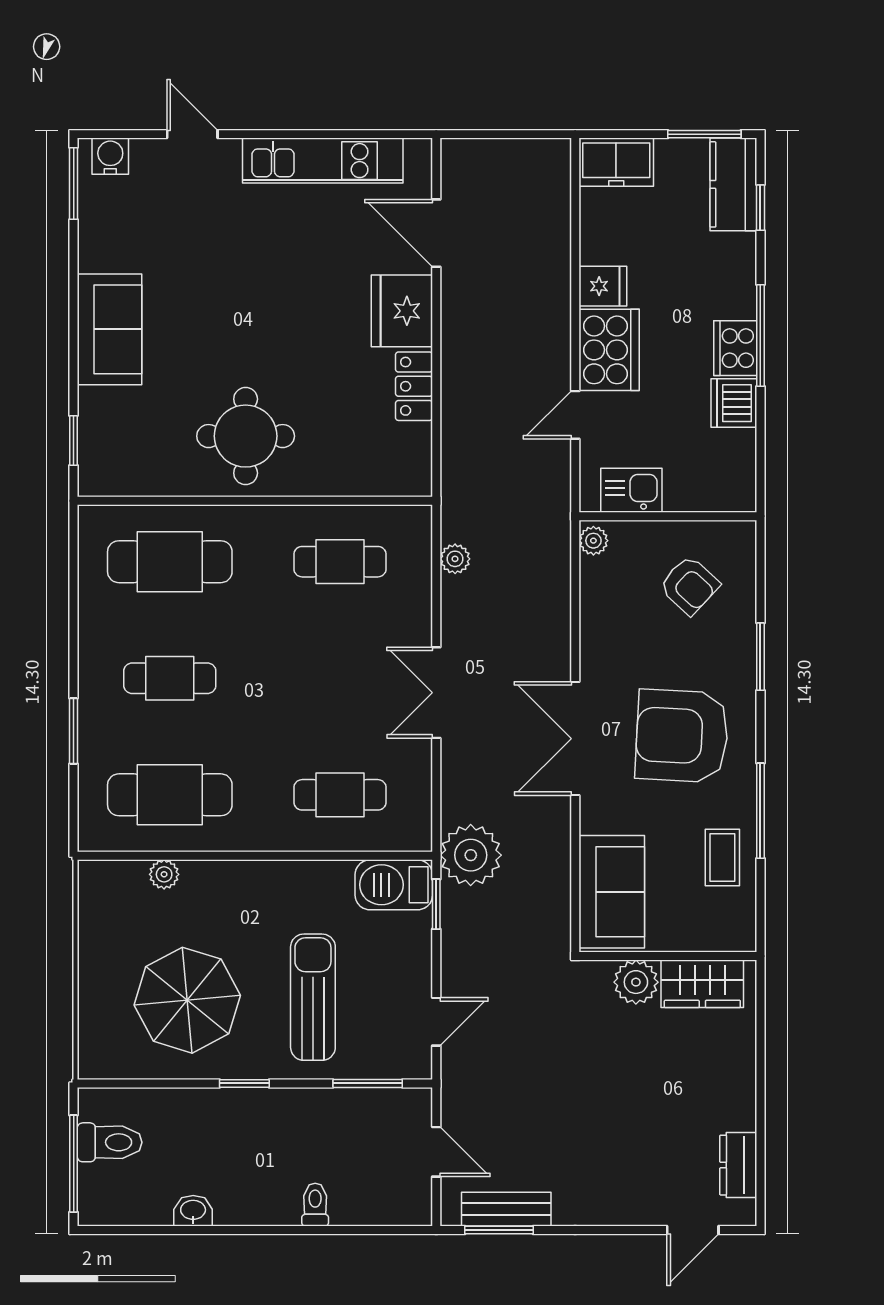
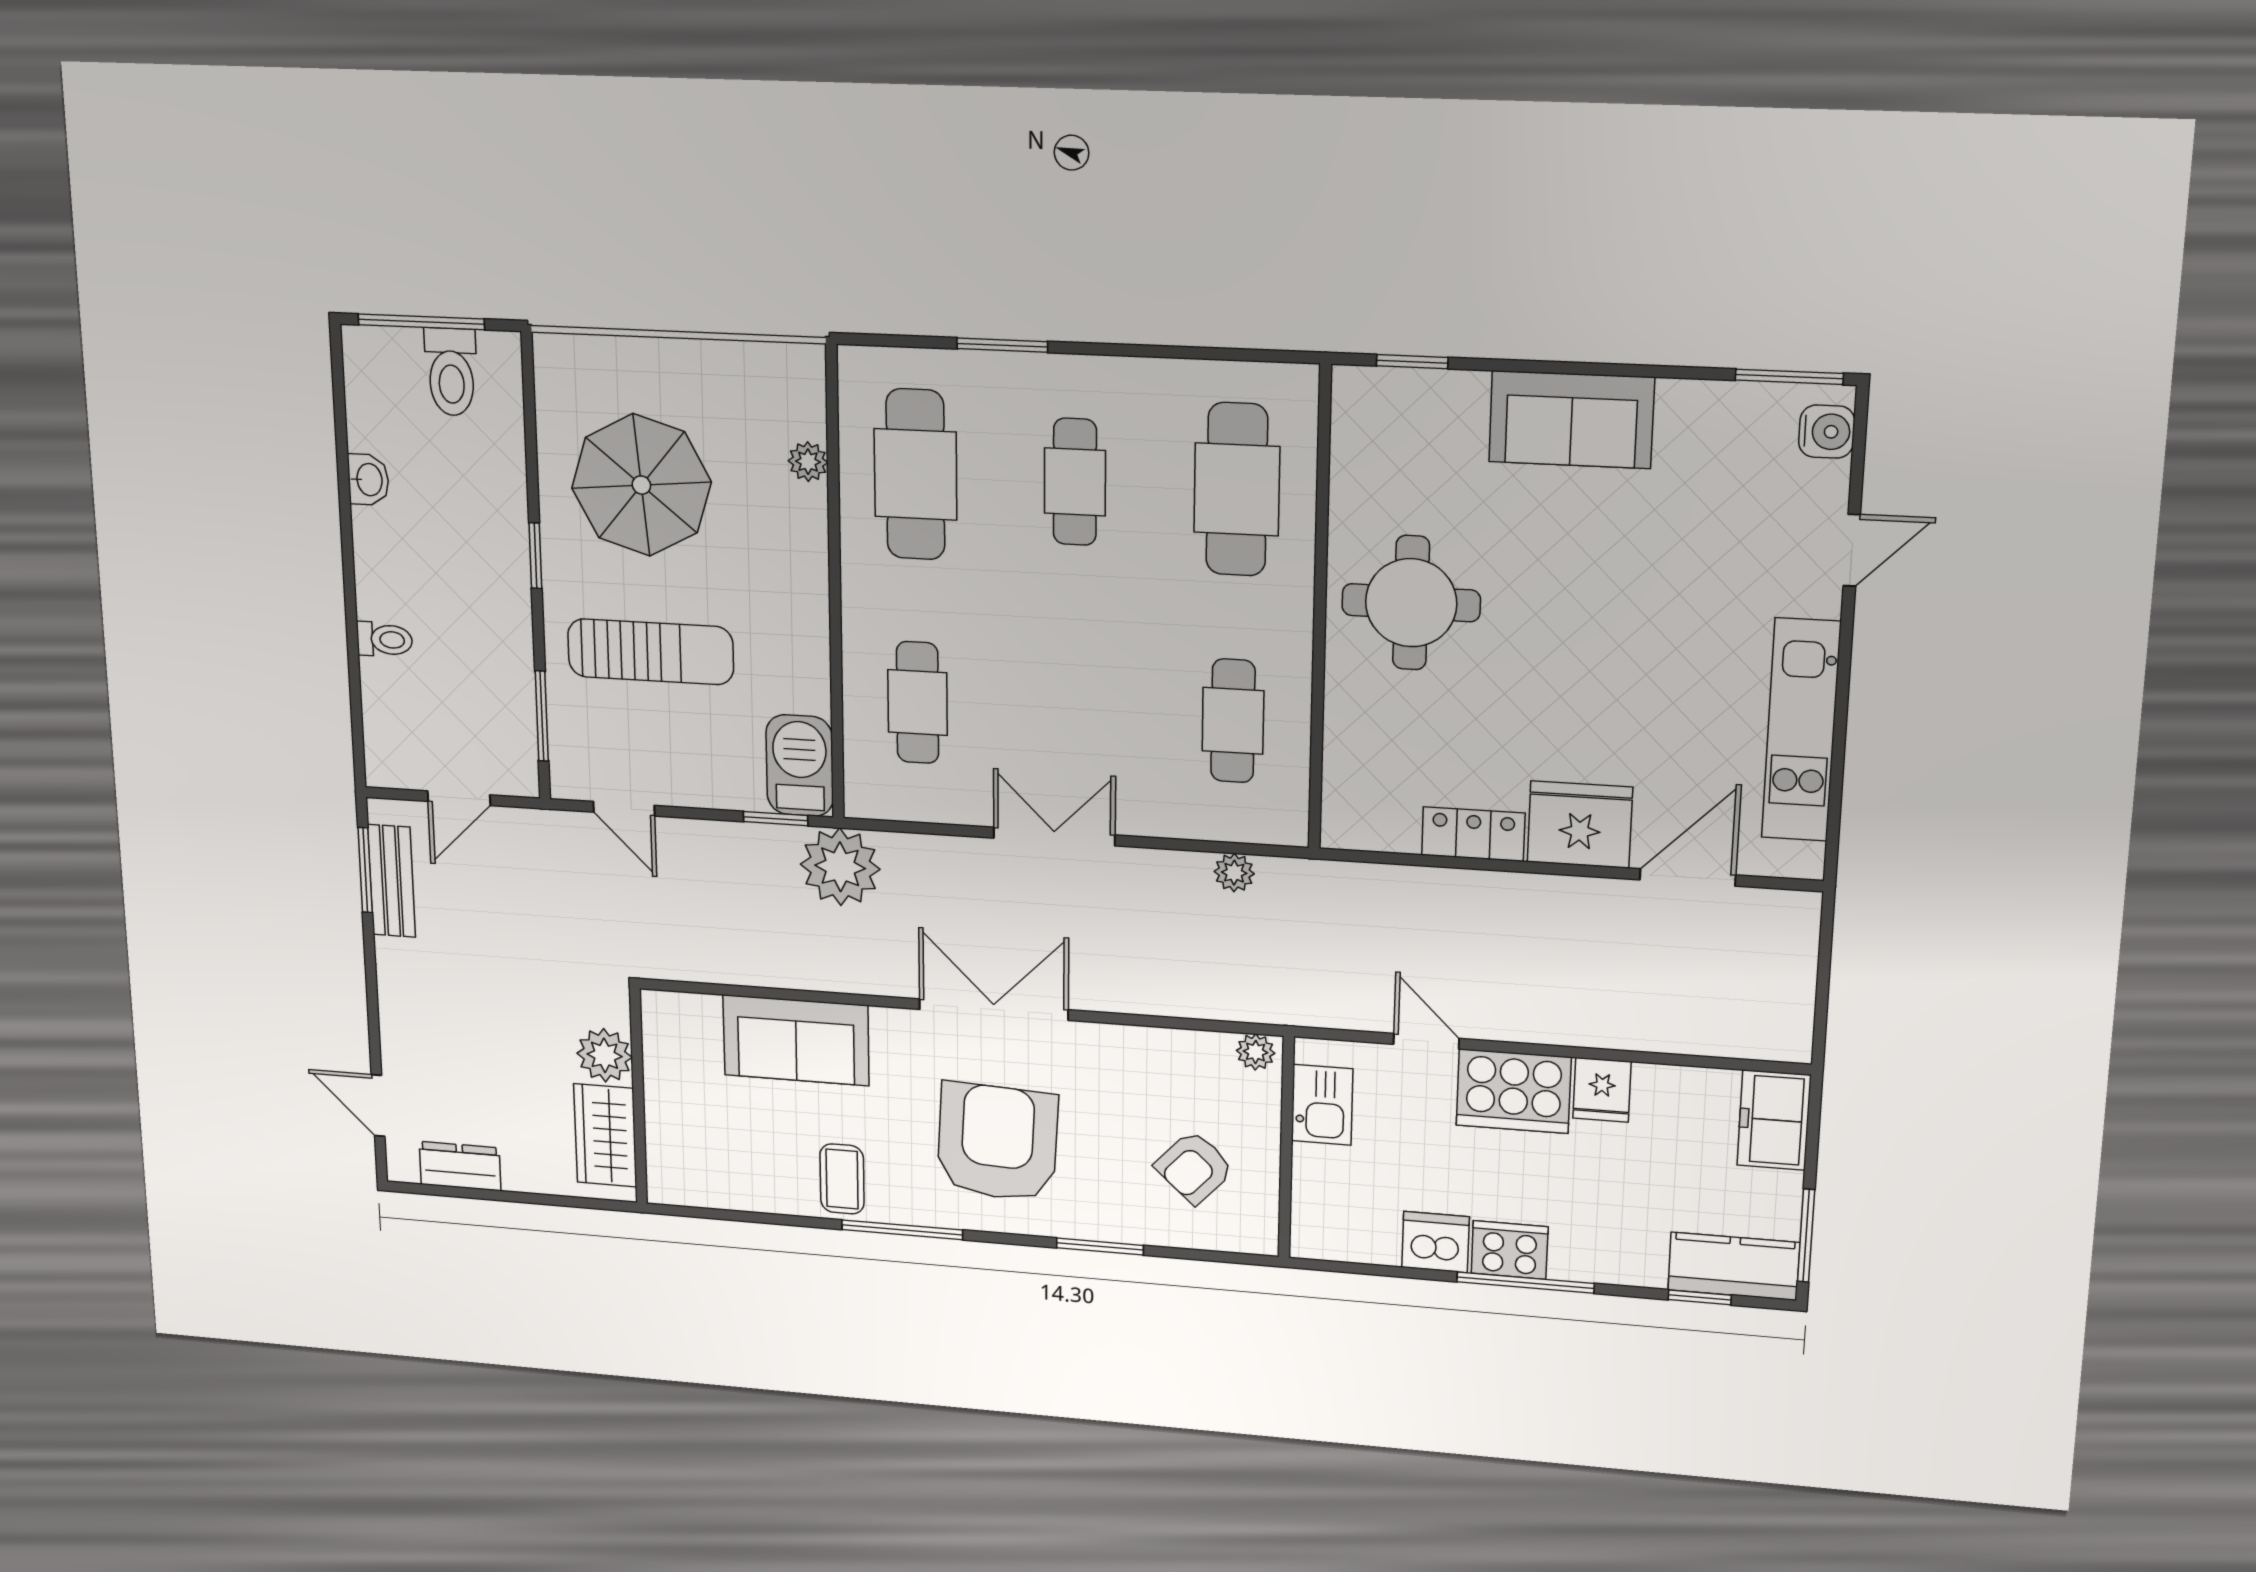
coffee table: (722, 857) -> (842, 1179), turned 90
wall: (668, 956) -> (638, 1097), moved
plant: (636, 982) -> (605, 1055), moved
wardrobe: (702, 984) -> (605, 1135), moved

